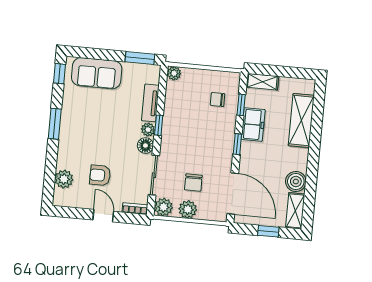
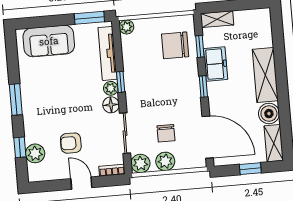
window: (59, 74) -> (20, 147), moved
chair: (218, 100) -> (175, 45), width x1.87, depth x1.87
tv unit: (150, 103) -> (107, 53), width x1.41
shelving: (301, 121) -> (265, 75), moved

